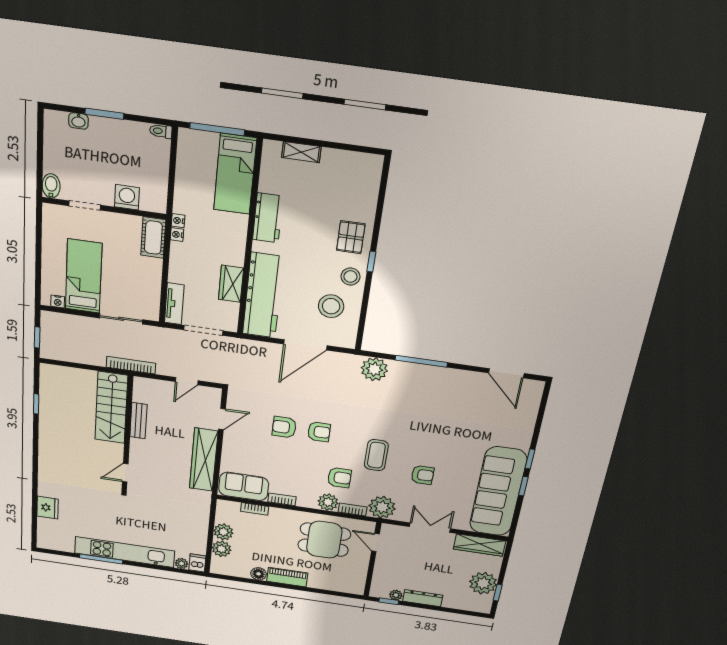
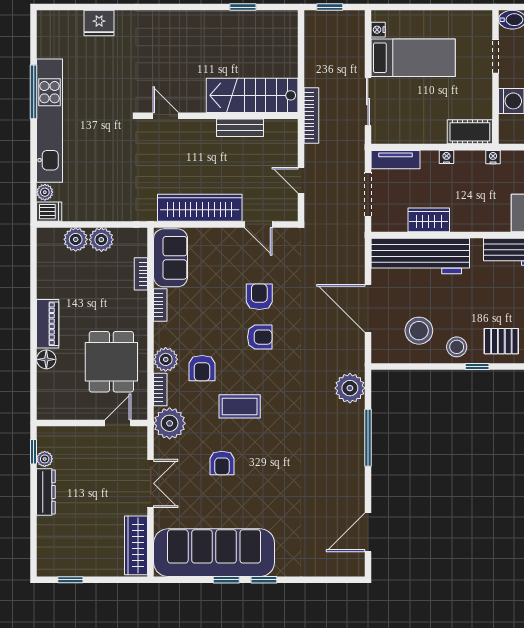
nightstand: (177, 235) -> (446, 157), moved
armchair: (319, 432) -> (260, 337), turned -90
floor lamp: (259, 574) -> (46, 359), moved
plant: (483, 583) -> (81, 560), removed

